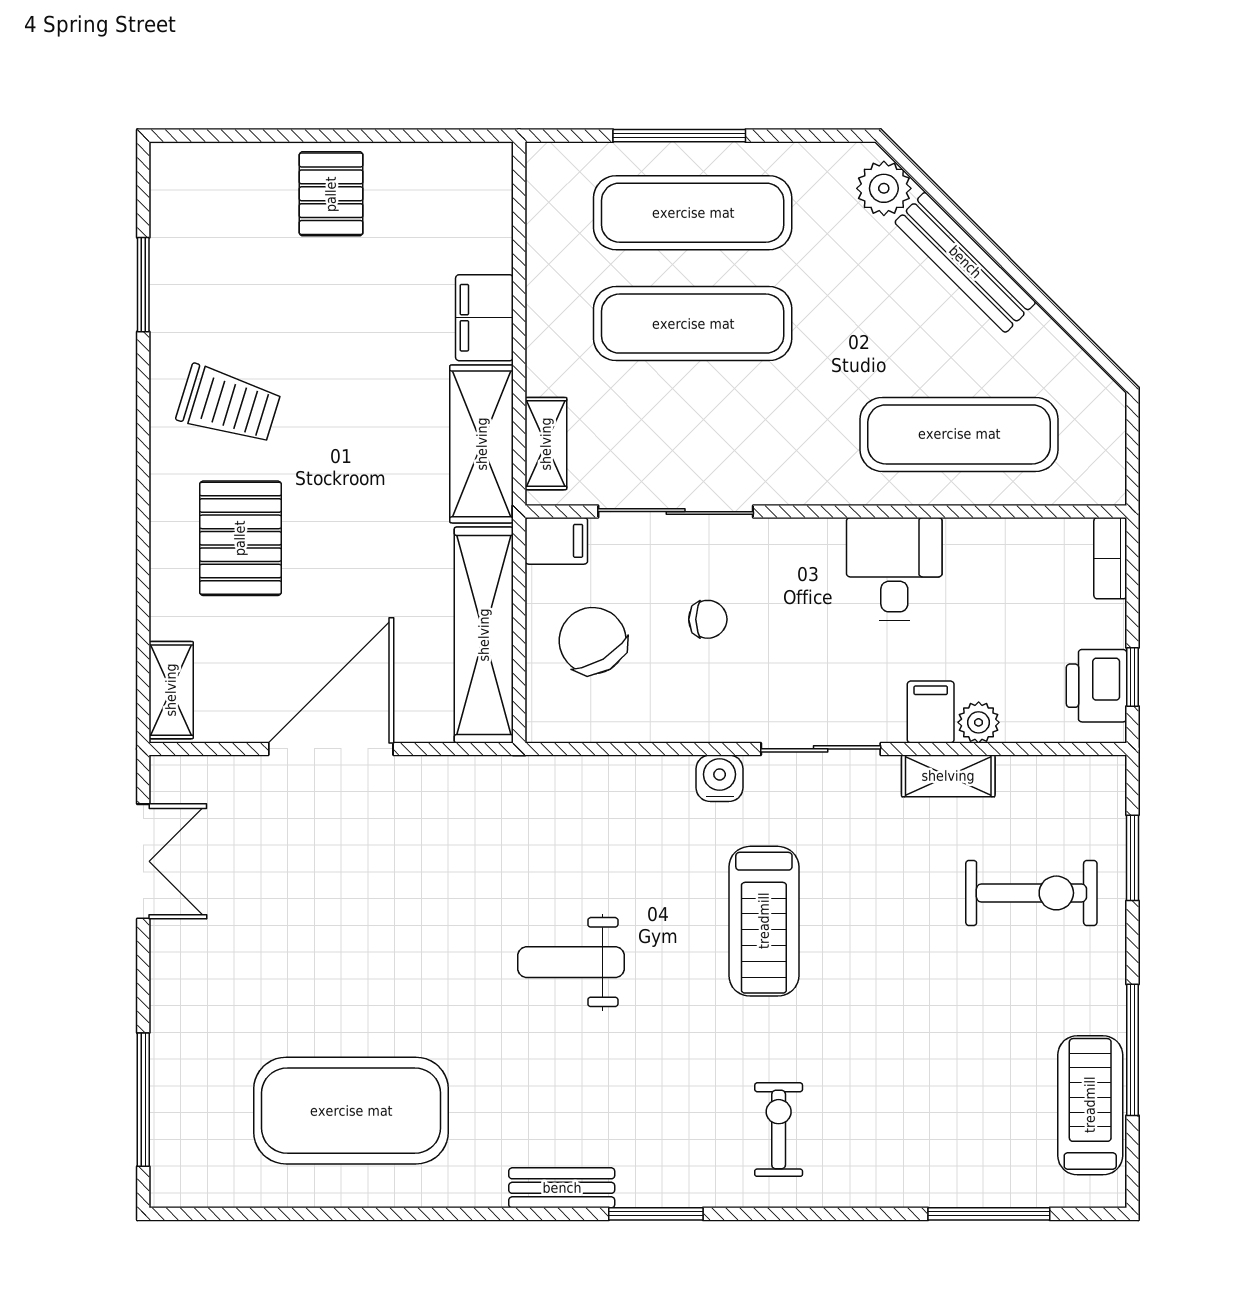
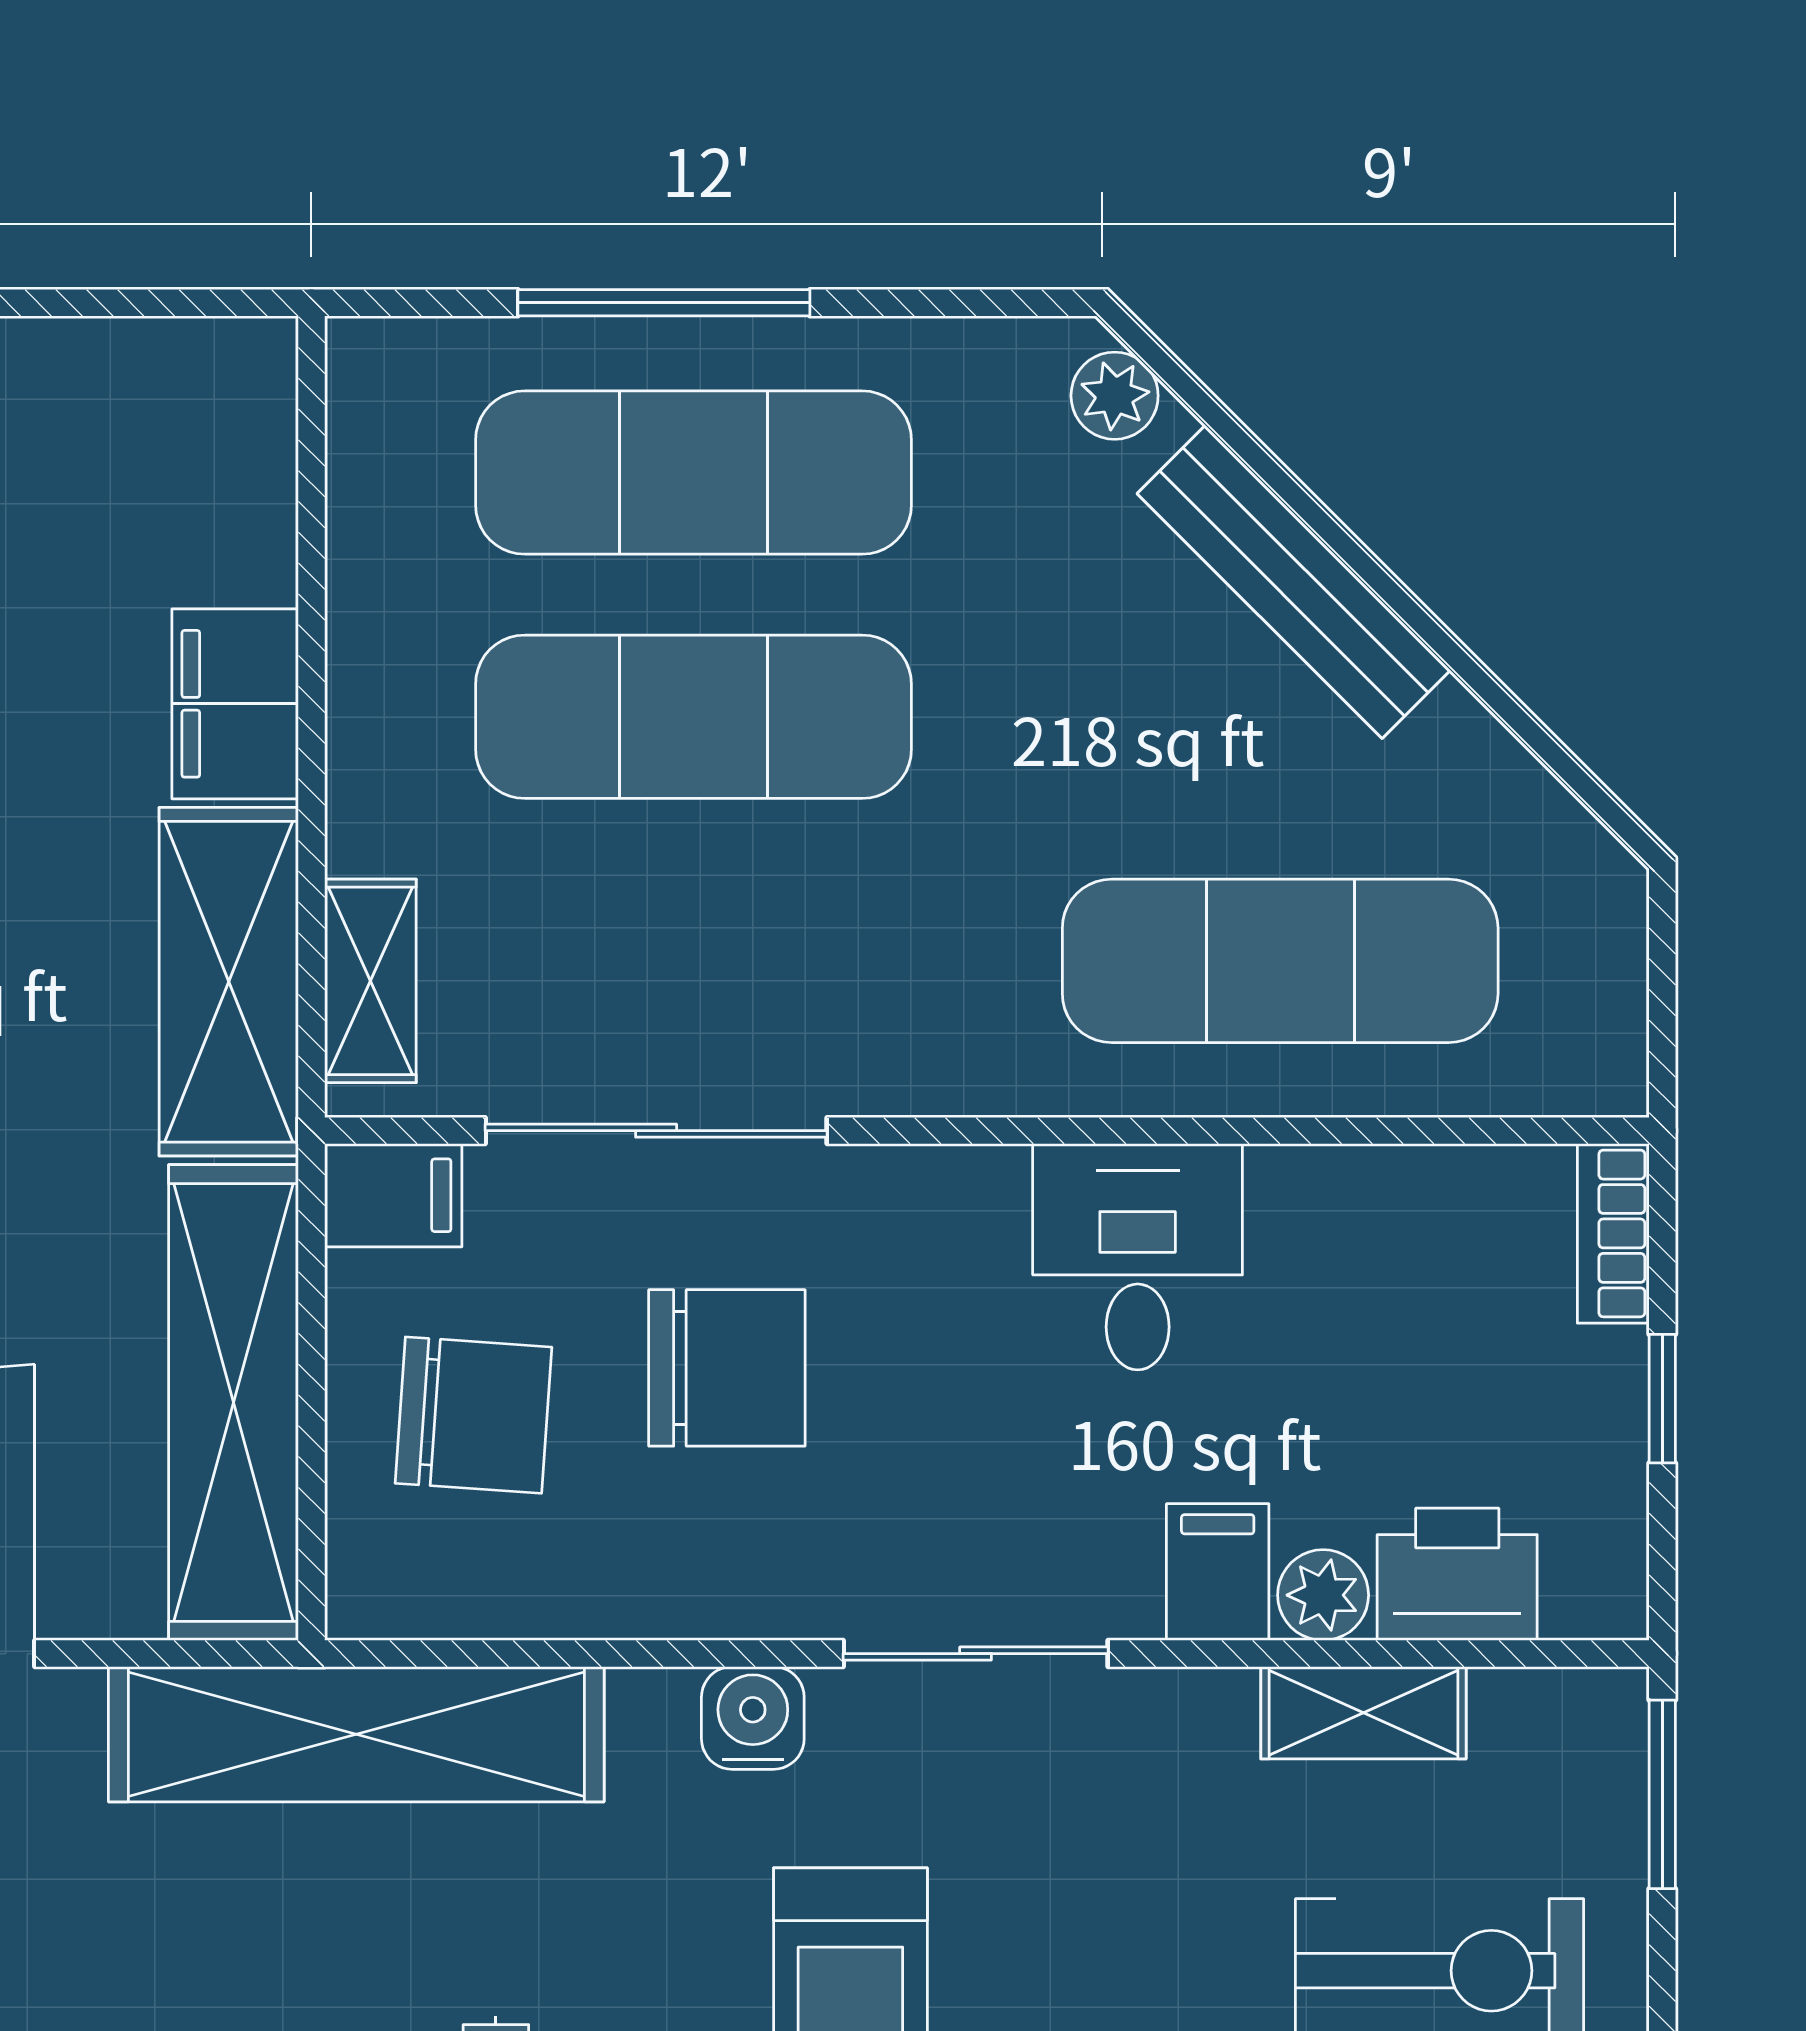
plant: (884, 188) -> (1115, 396), width x0.73, depth x0.73
chair: (708, 619) -> (727, 1368), width x1.87, depth x1.87
chair: (593, 641) -> (473, 1415), turned 125
window: (1132, 677) -> (1662, 1399), moved
printer: (1097, 686) -> (1457, 1574), moved, turned 90
shelving: (948, 776) -> (1363, 1713), moved
shelving: (540, 786) -> (356, 1734), added
window: (1132, 858) -> (1662, 1794), moved

